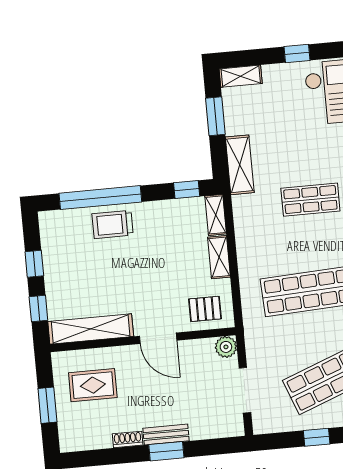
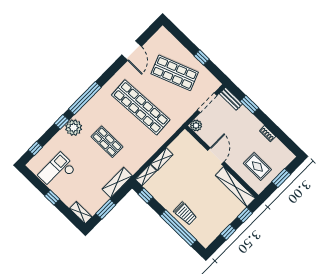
pallet: (205, 309) -> (188, 147), removed
bench: (166, 434) -> (231, 99), moved
window: (166, 451) -> (249, 104), moved

